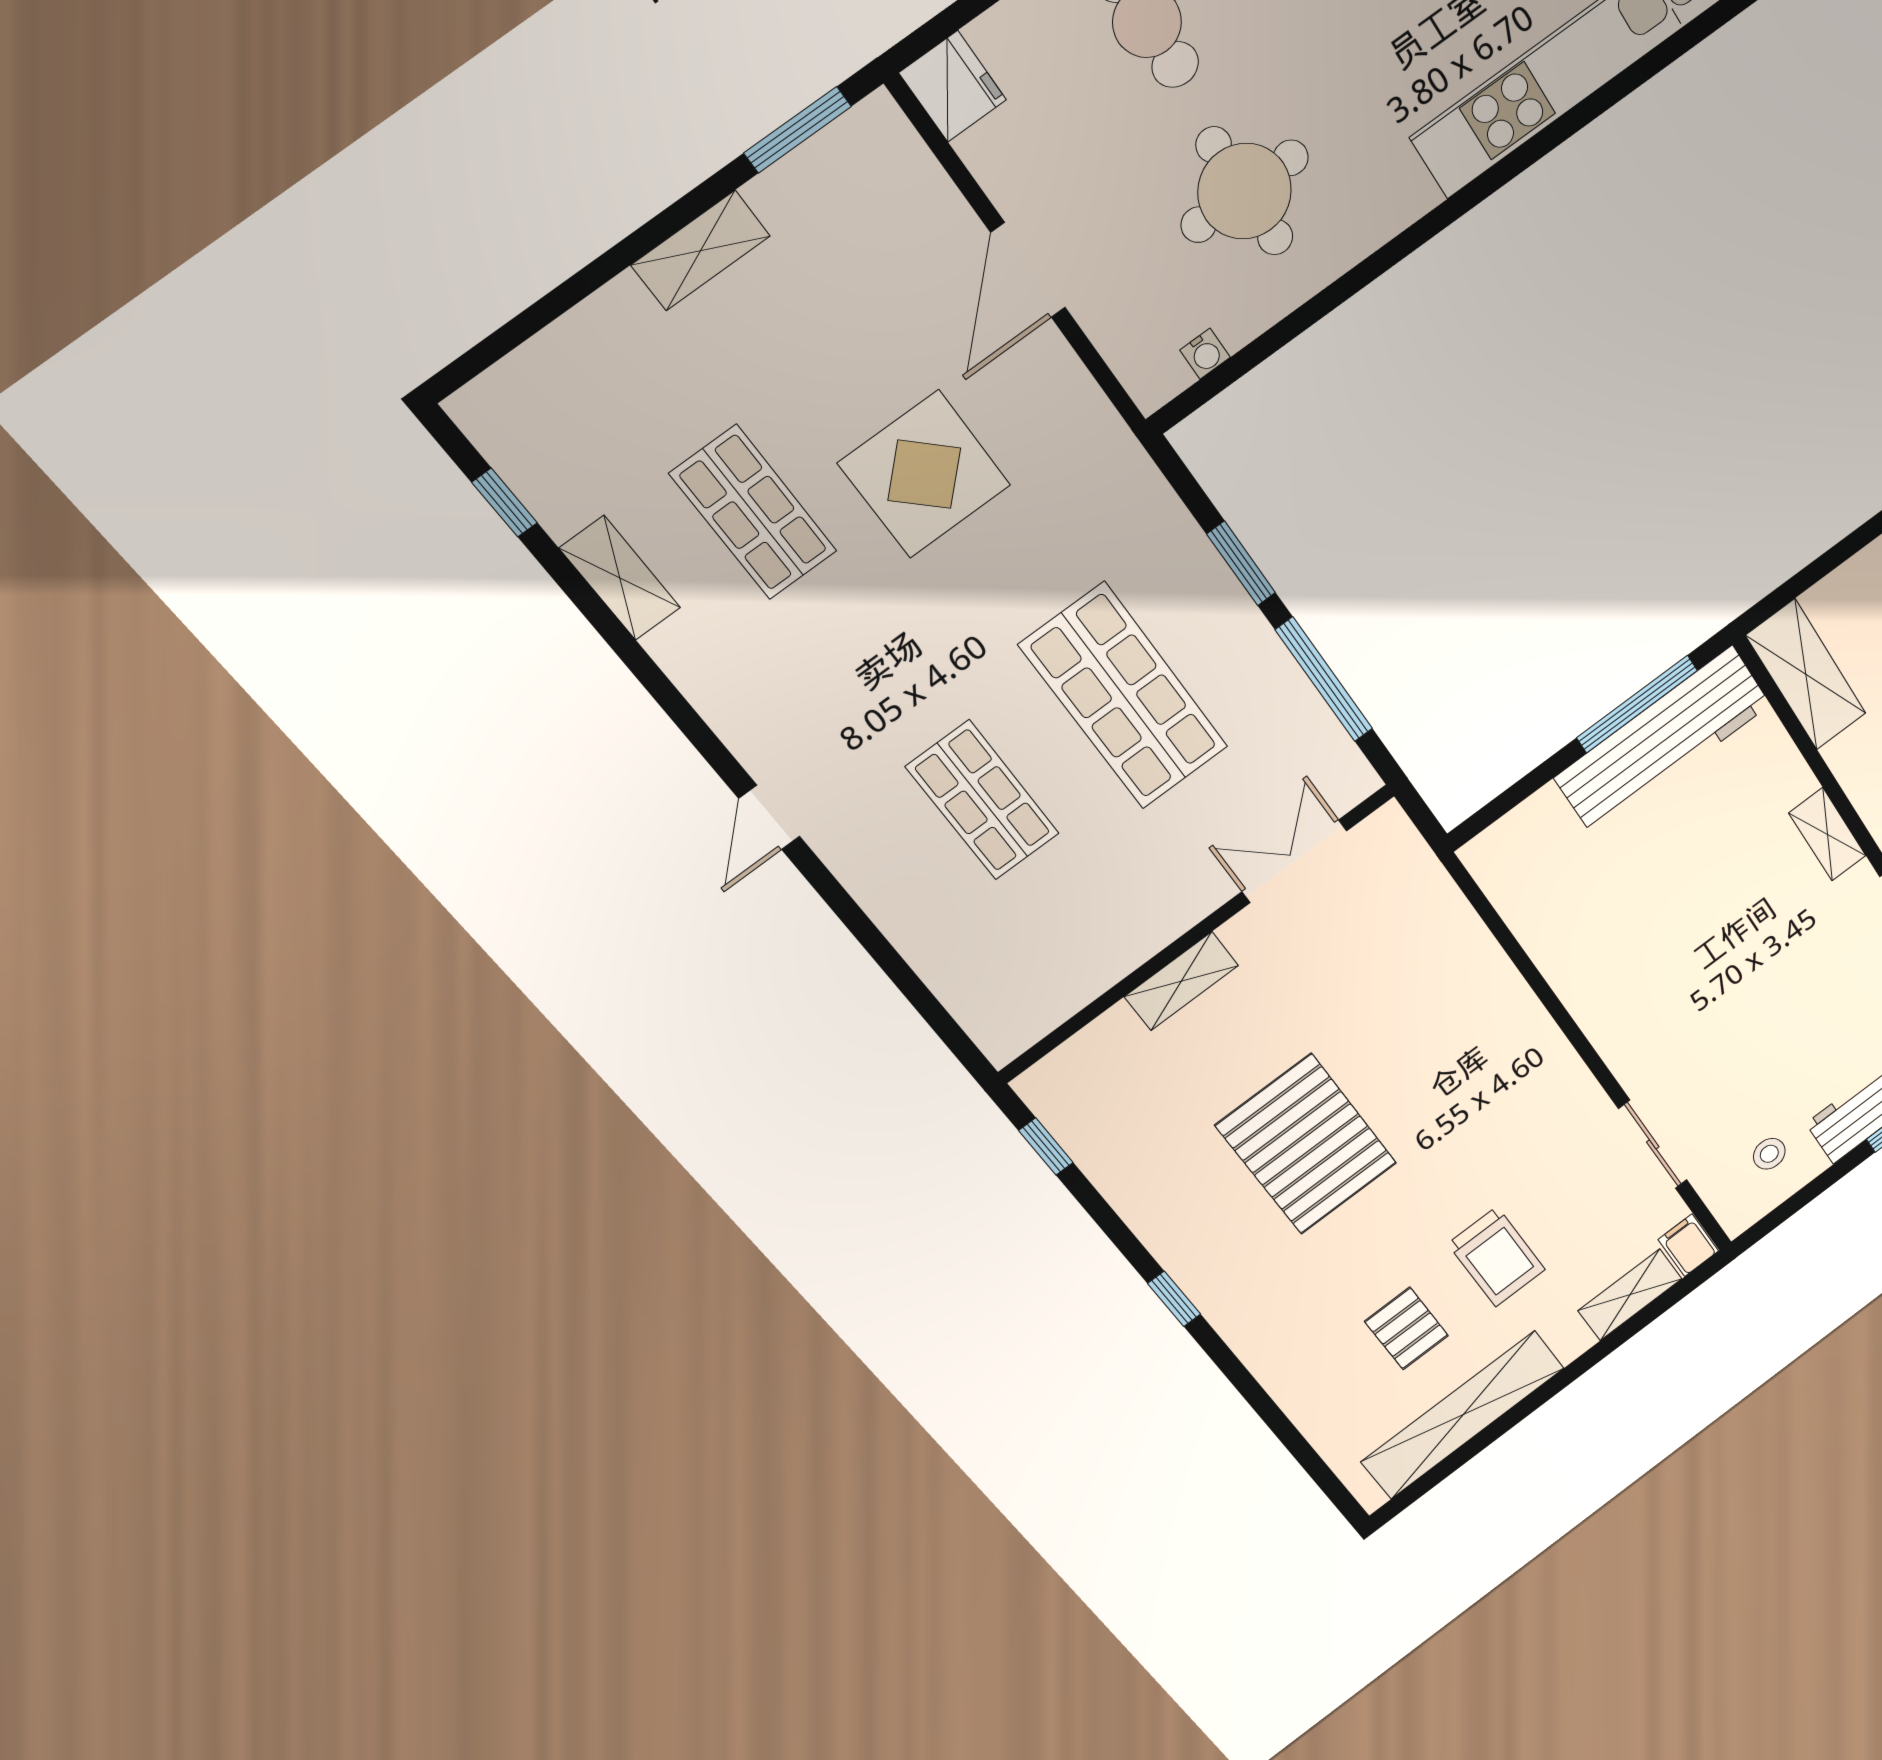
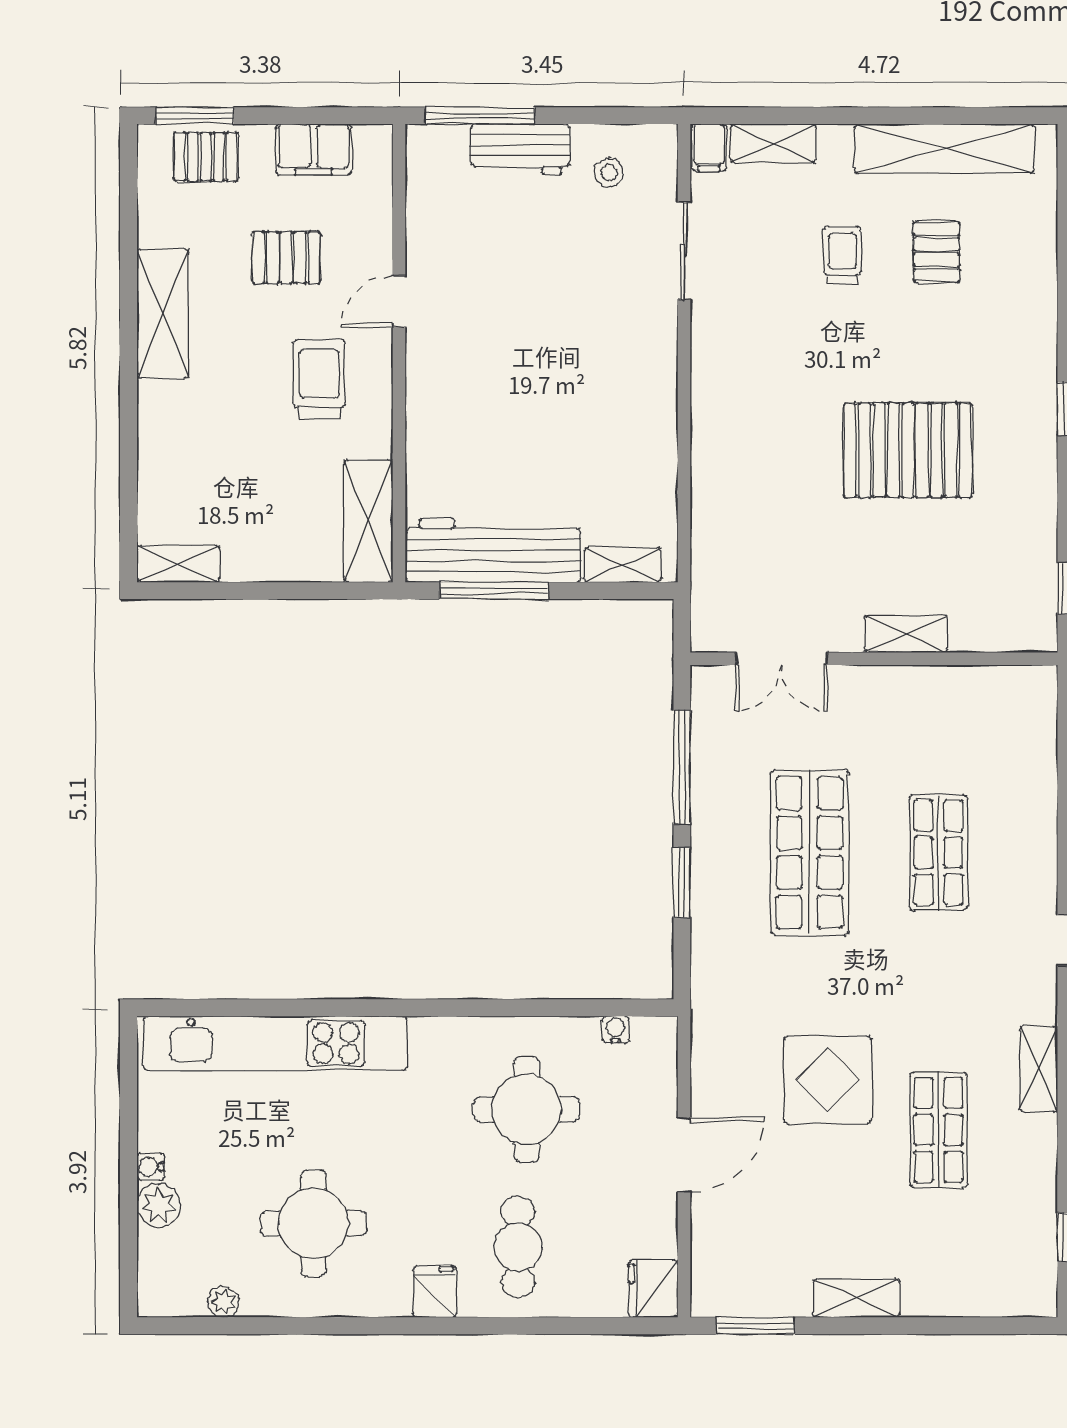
shelving: (620, 578) -> (1039, 1069), moved
shelving: (1827, 834) -> (623, 565), moved, turned 90
pallet: (1306, 1144) -> (908, 450), turned 90
trolley: (1496, 1257) -> (842, 255), width x0.73, depth x0.72

